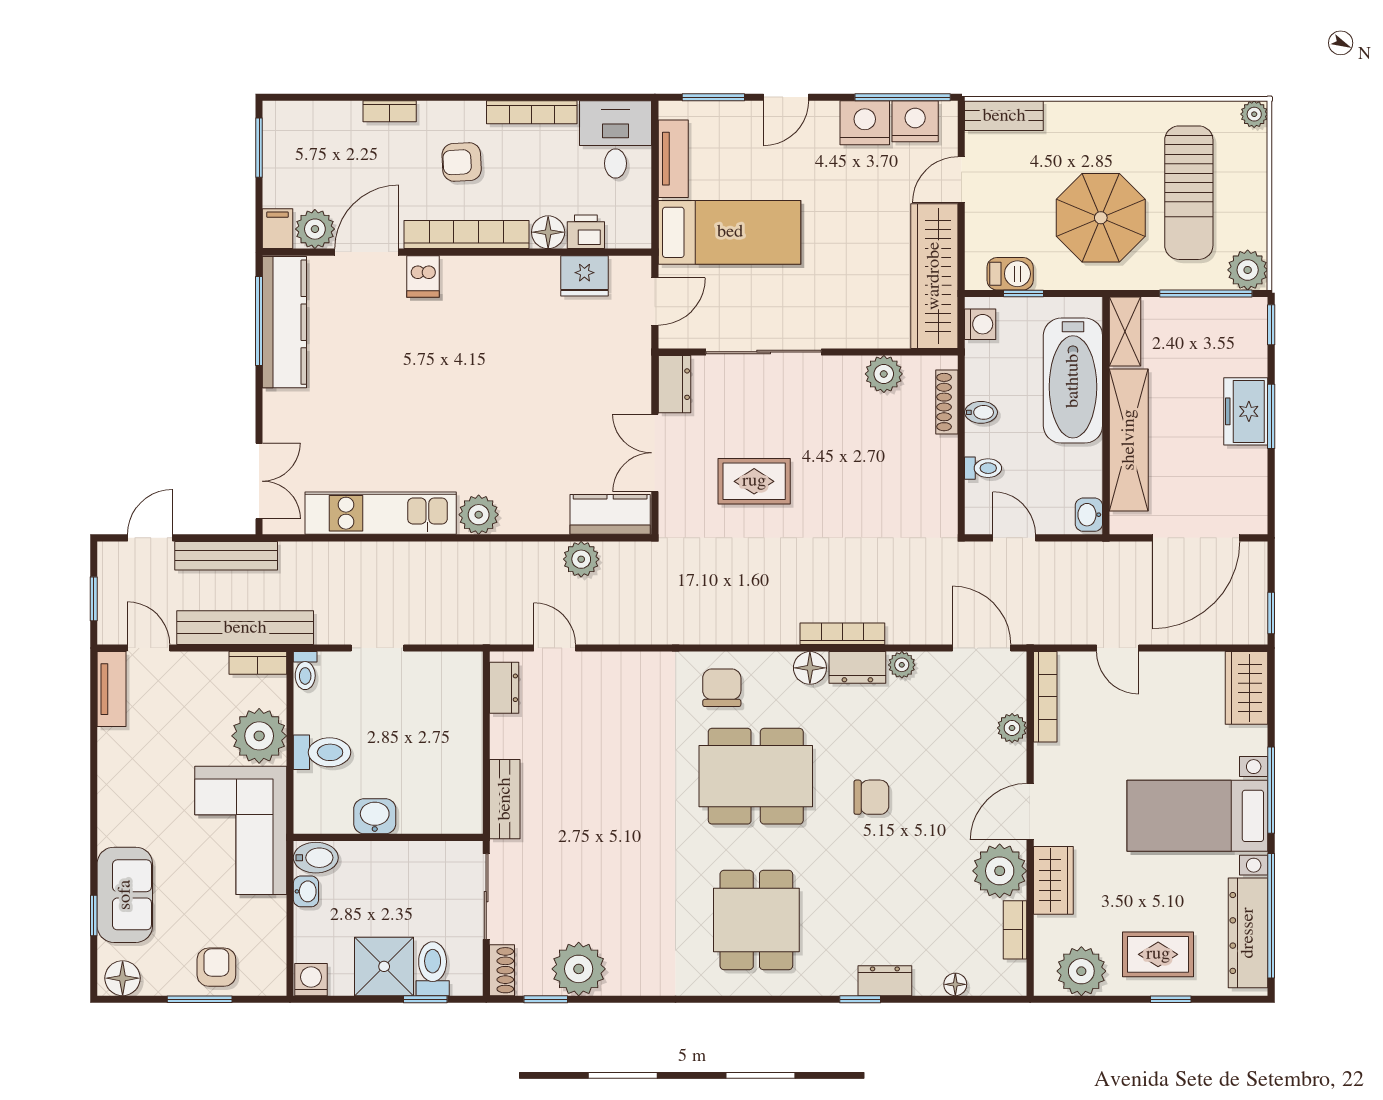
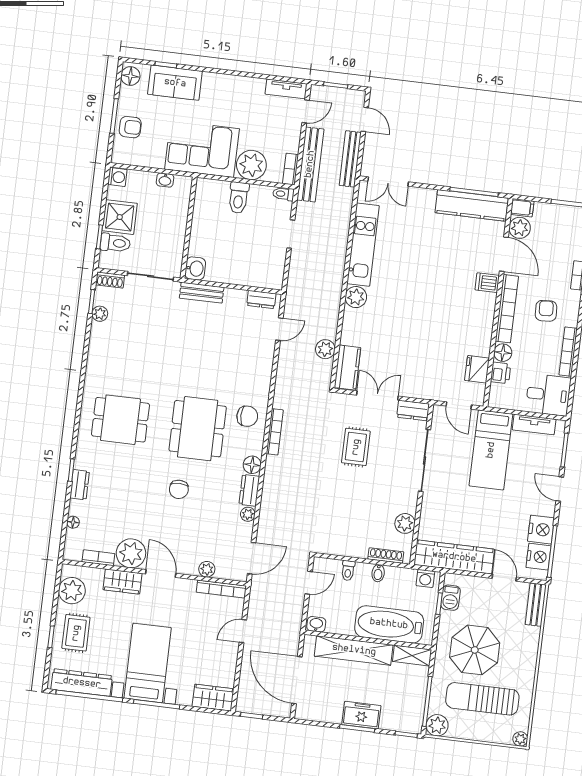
bookcase: (842, 634) -> (275, 432), moved
washbasin: (375, 816) -> (195, 268), moved
bidet: (316, 858) -> (182, 187), removed
plant: (579, 969) -> (100, 314), width x0.53, depth x0.53

